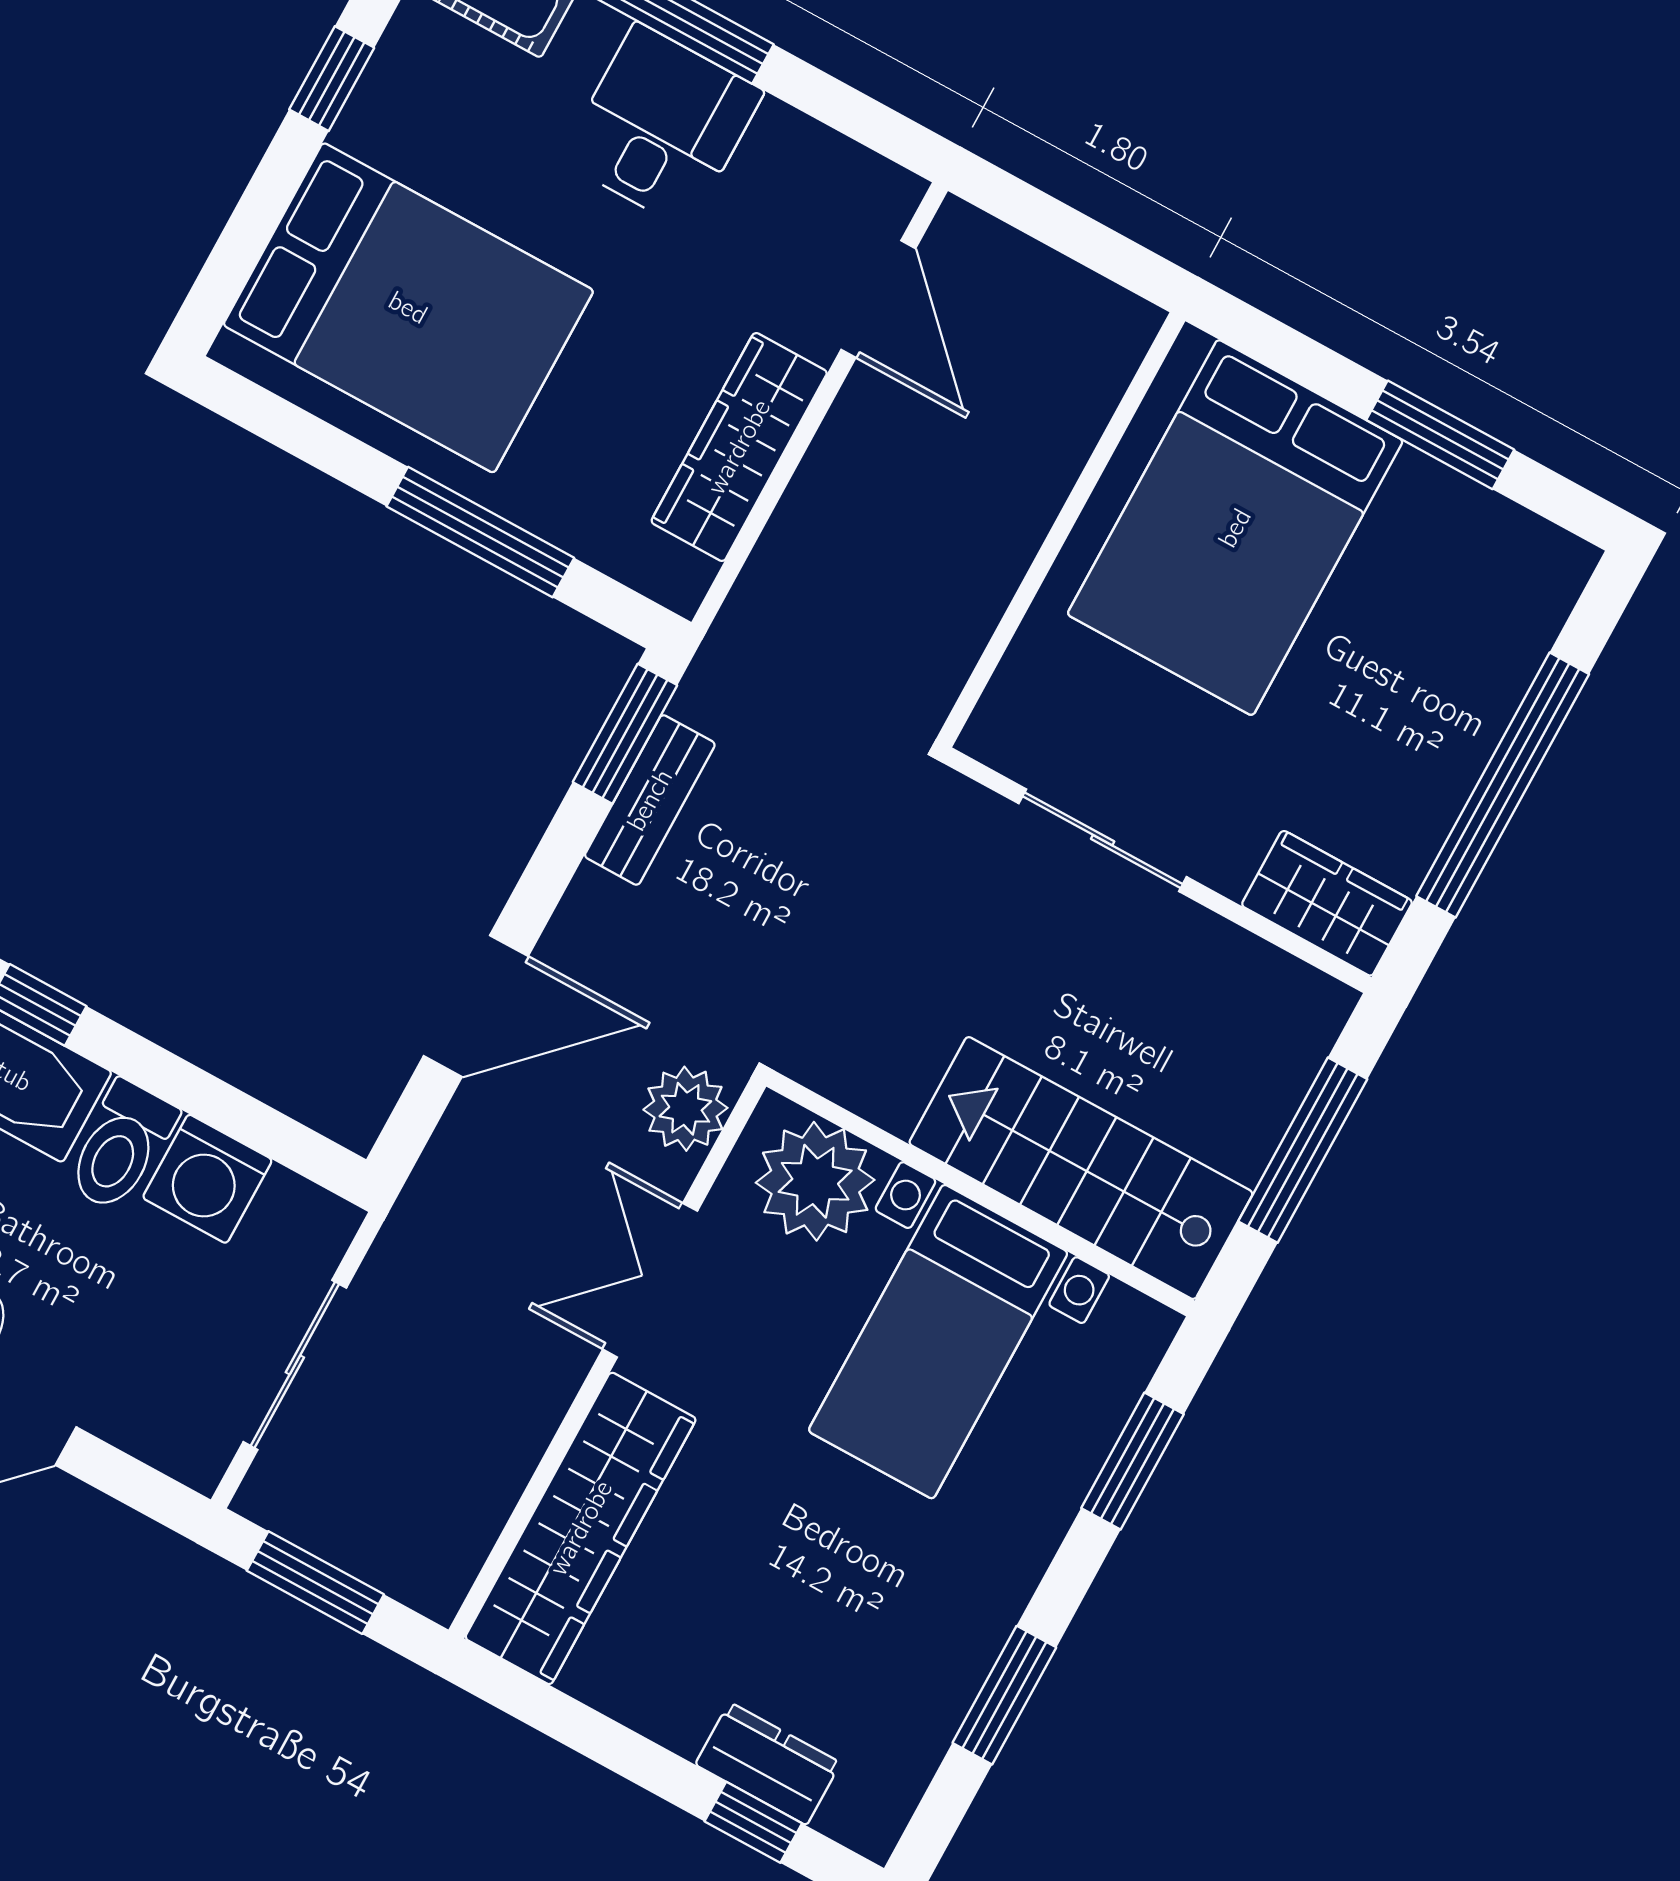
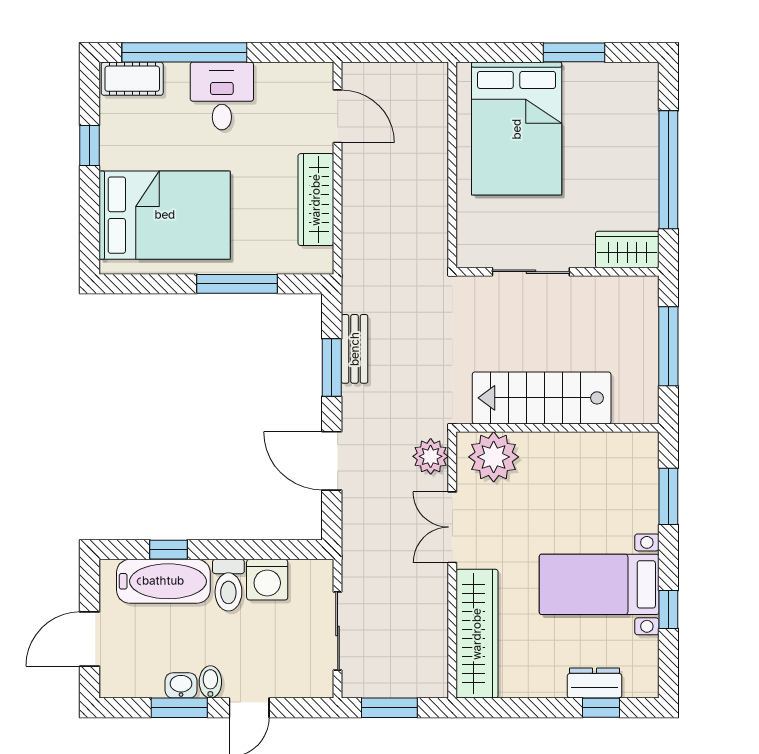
window: (625, 734) -> (332, 367), moved
door: (476, 1006) -> (332, 461), swing flipped
stairs: (1081, 1168) -> (542, 398), moved
bed with nightstands: (938, 1342) -> (599, 584), moved, turned 90
window: (1004, 1695) -> (668, 609), width x0.67

